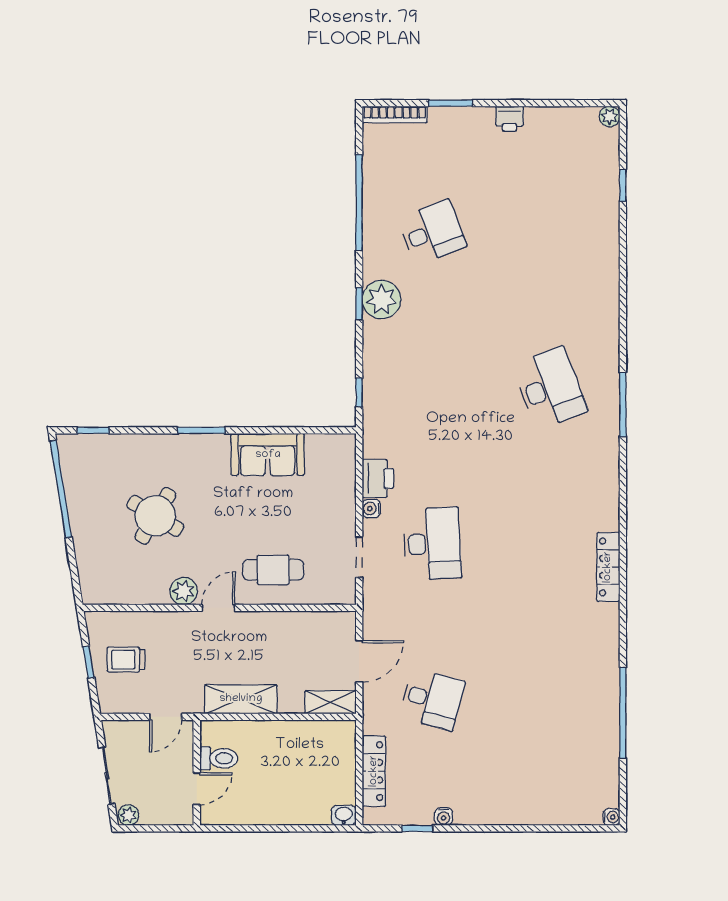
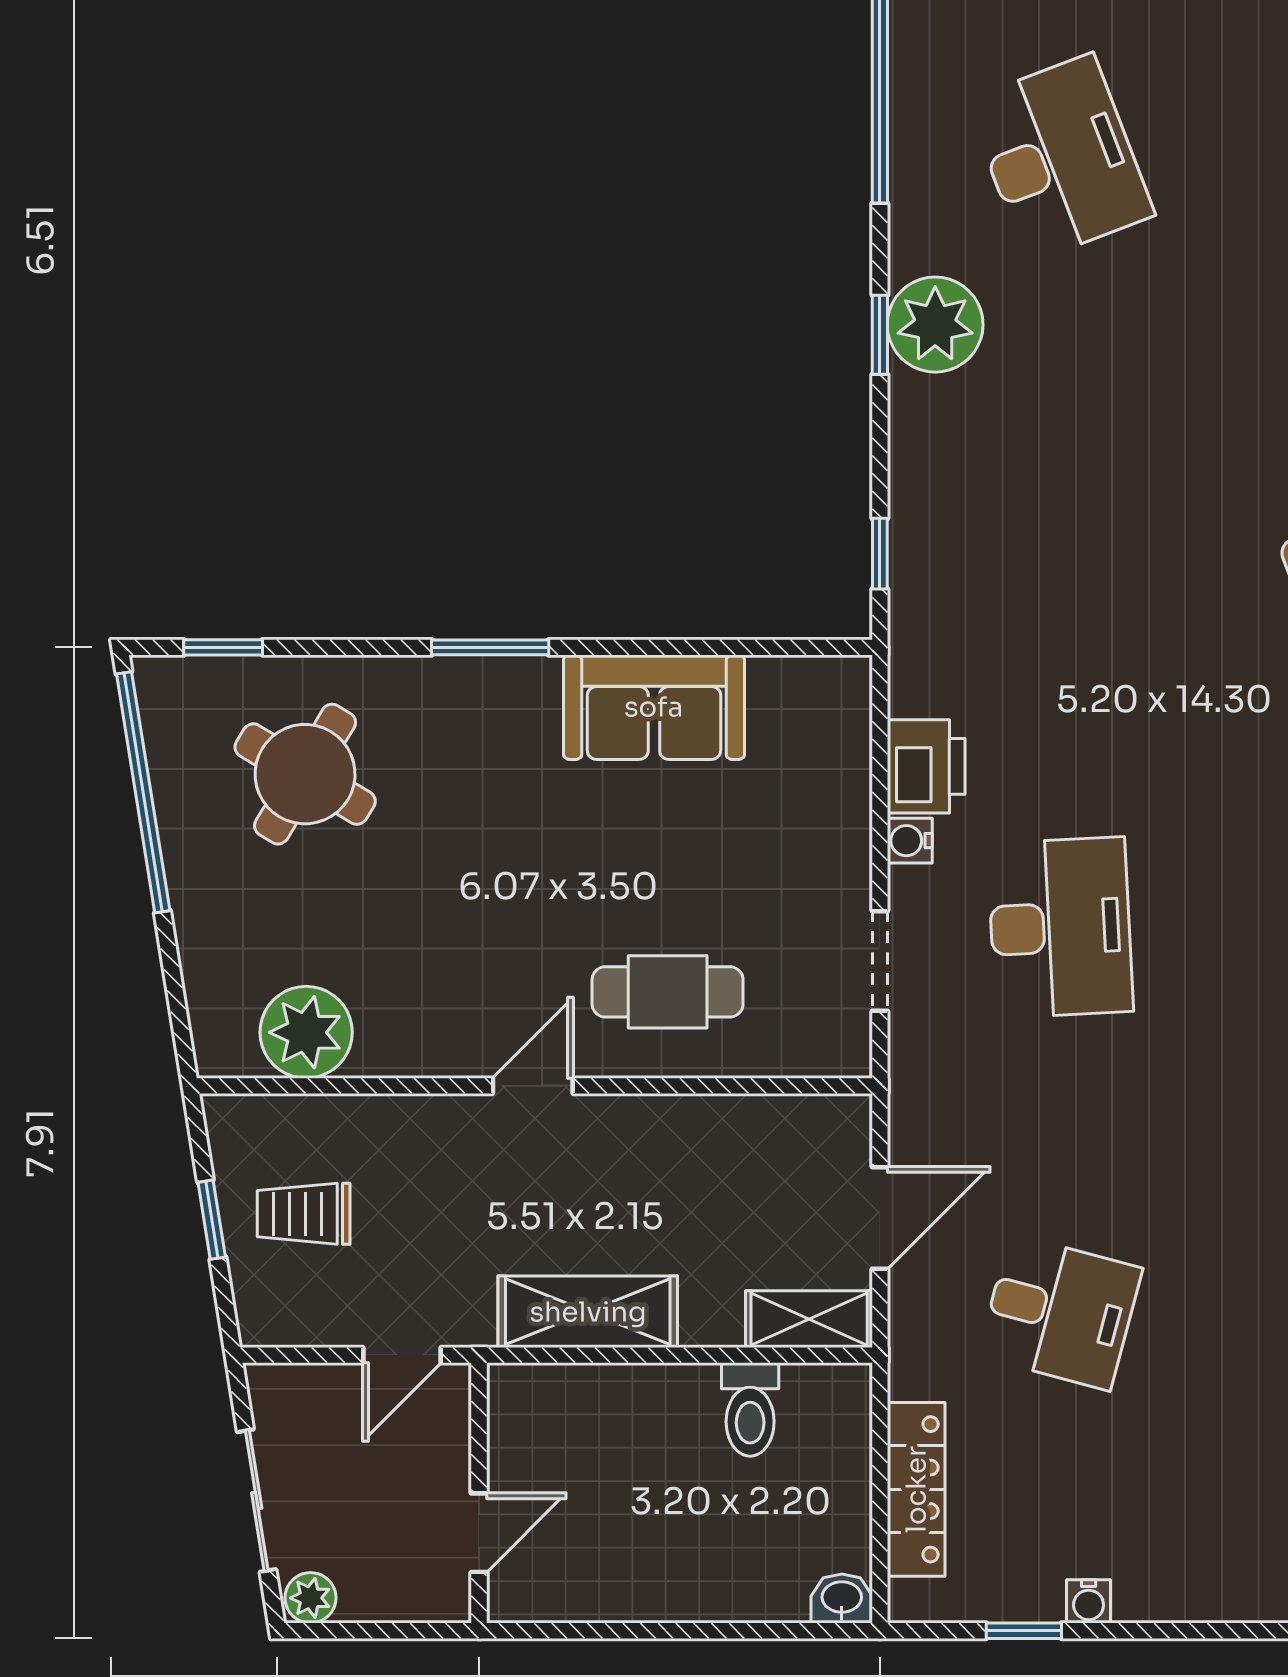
desk: (432, 232) -> (1060, 158), width x1.37
round table: (155, 516) -> (305, 774), moved
plant: (184, 591) -> (306, 1032), moved, width x1.36, depth x1.36
toilet: (219, 758) -> (750, 1410), moved, turned 90

